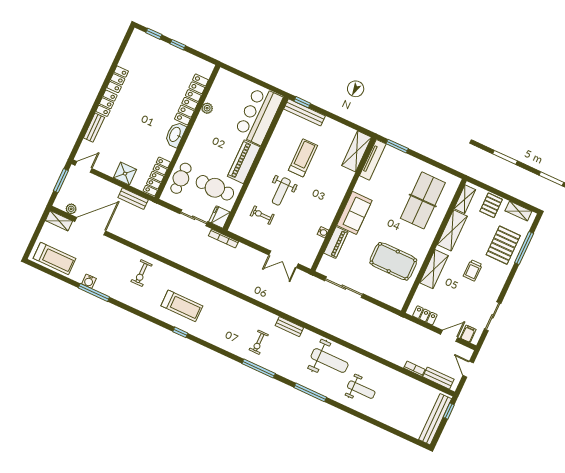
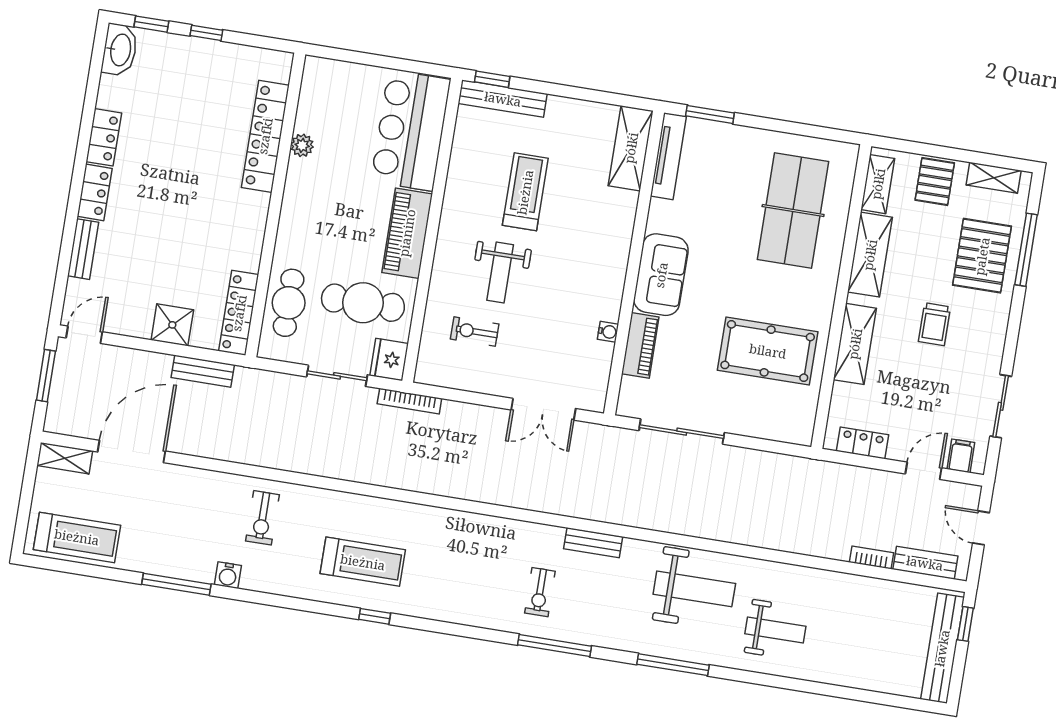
washbasin: (175, 135) -> (120, 50), moved, turned 180
plant: (71, 209) -> (83, 427), removed
water cooler: (89, 281) -> (228, 575), moved

